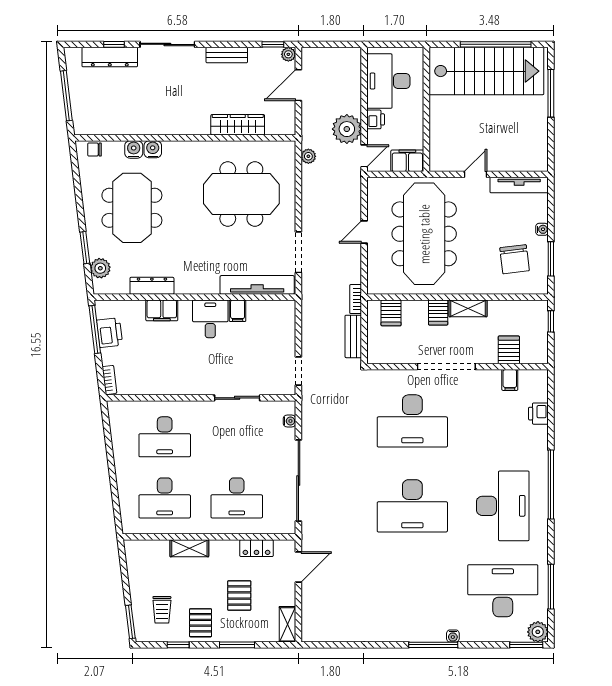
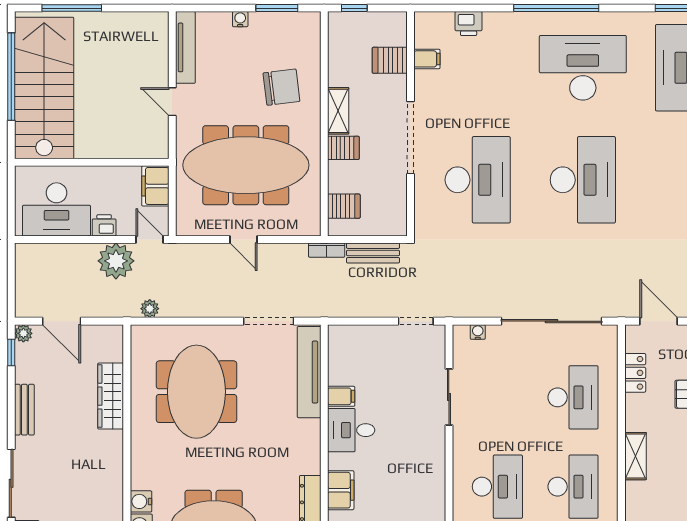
chair: (515, 259) -> (281, 87), moved

